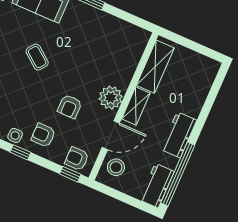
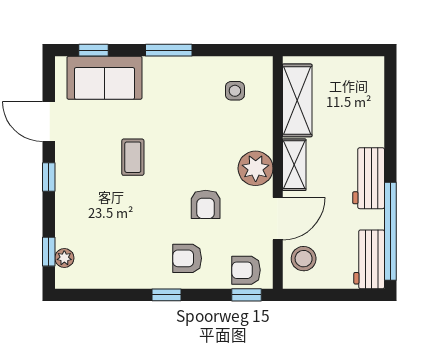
coffee table: (37, 57) -> (133, 157), turned 52
side table: (15, 135) -> (235, 91), moved

